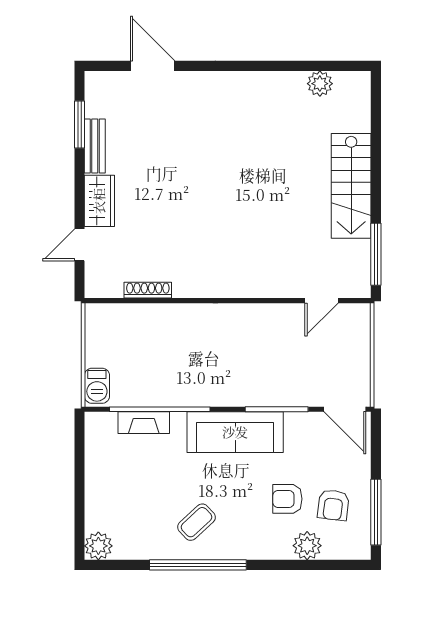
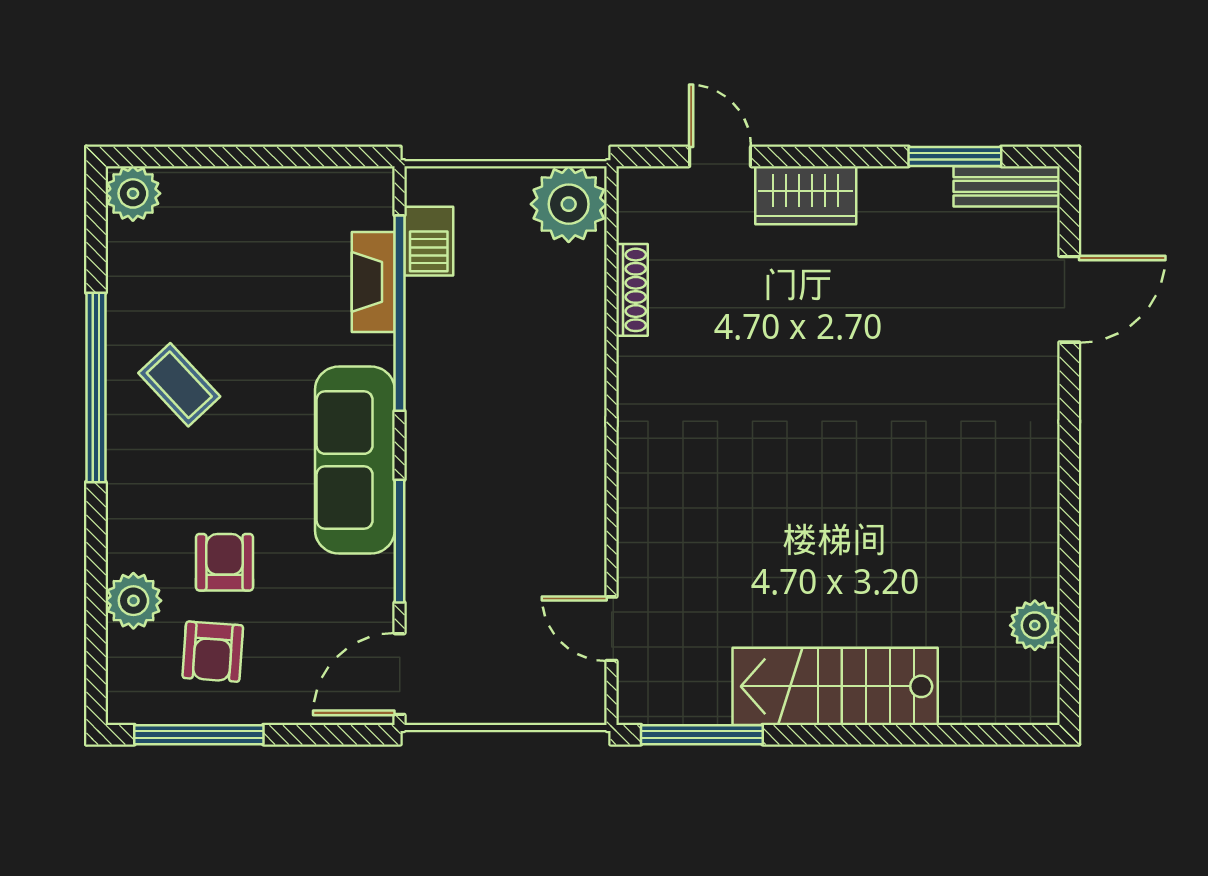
bench: (95, 146) -> (1007, 186), moved
plant: (104, 322) -> (569, 204), added
barbecue: (97, 386) -> (429, 241), moved, turned -90
armchair: (333, 505) -> (213, 652), turned -93

